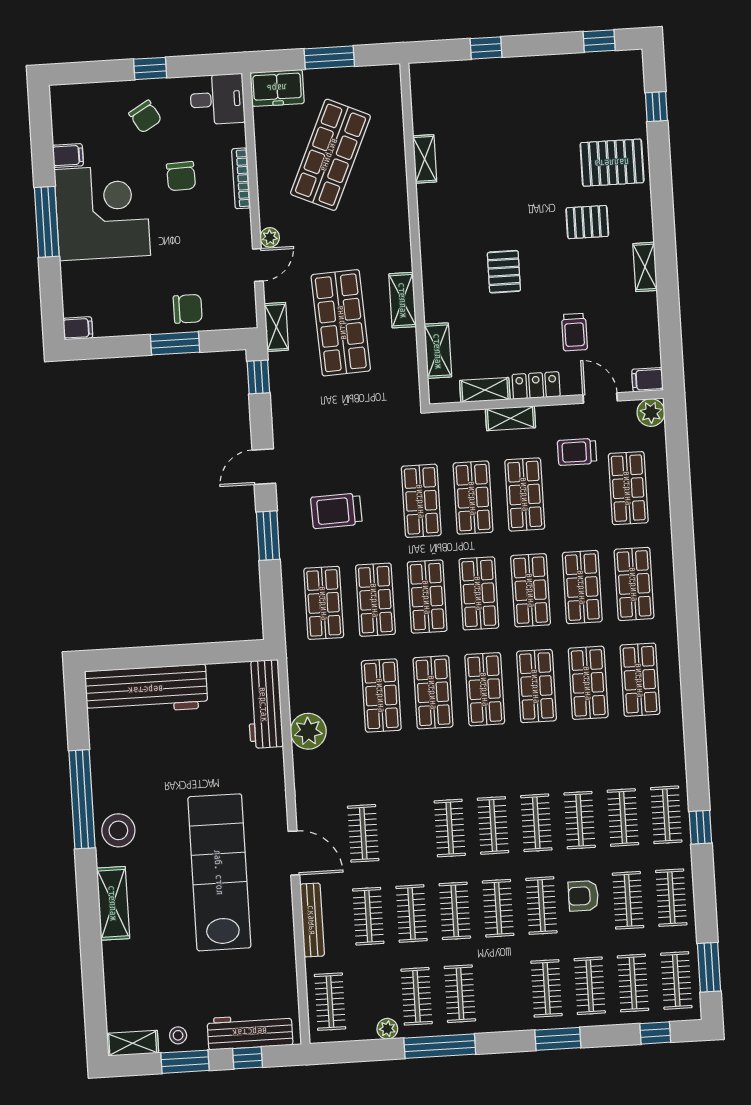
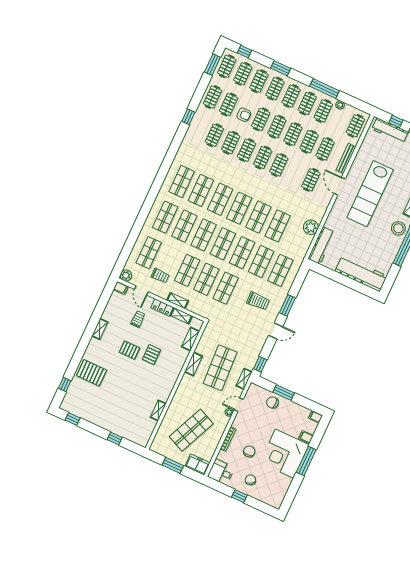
filing cabinet: (68, 155) -> (306, 437), moved
pallet: (587, 222) -> (129, 350), moved
clothes rail: (666, 815) -> (291, 96), moved

